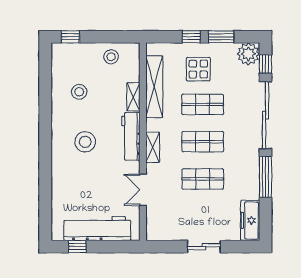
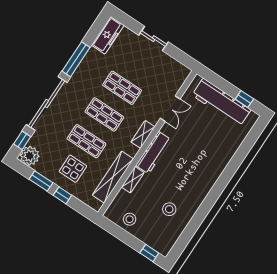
stool: (85, 142) -> (189, 170), removed

